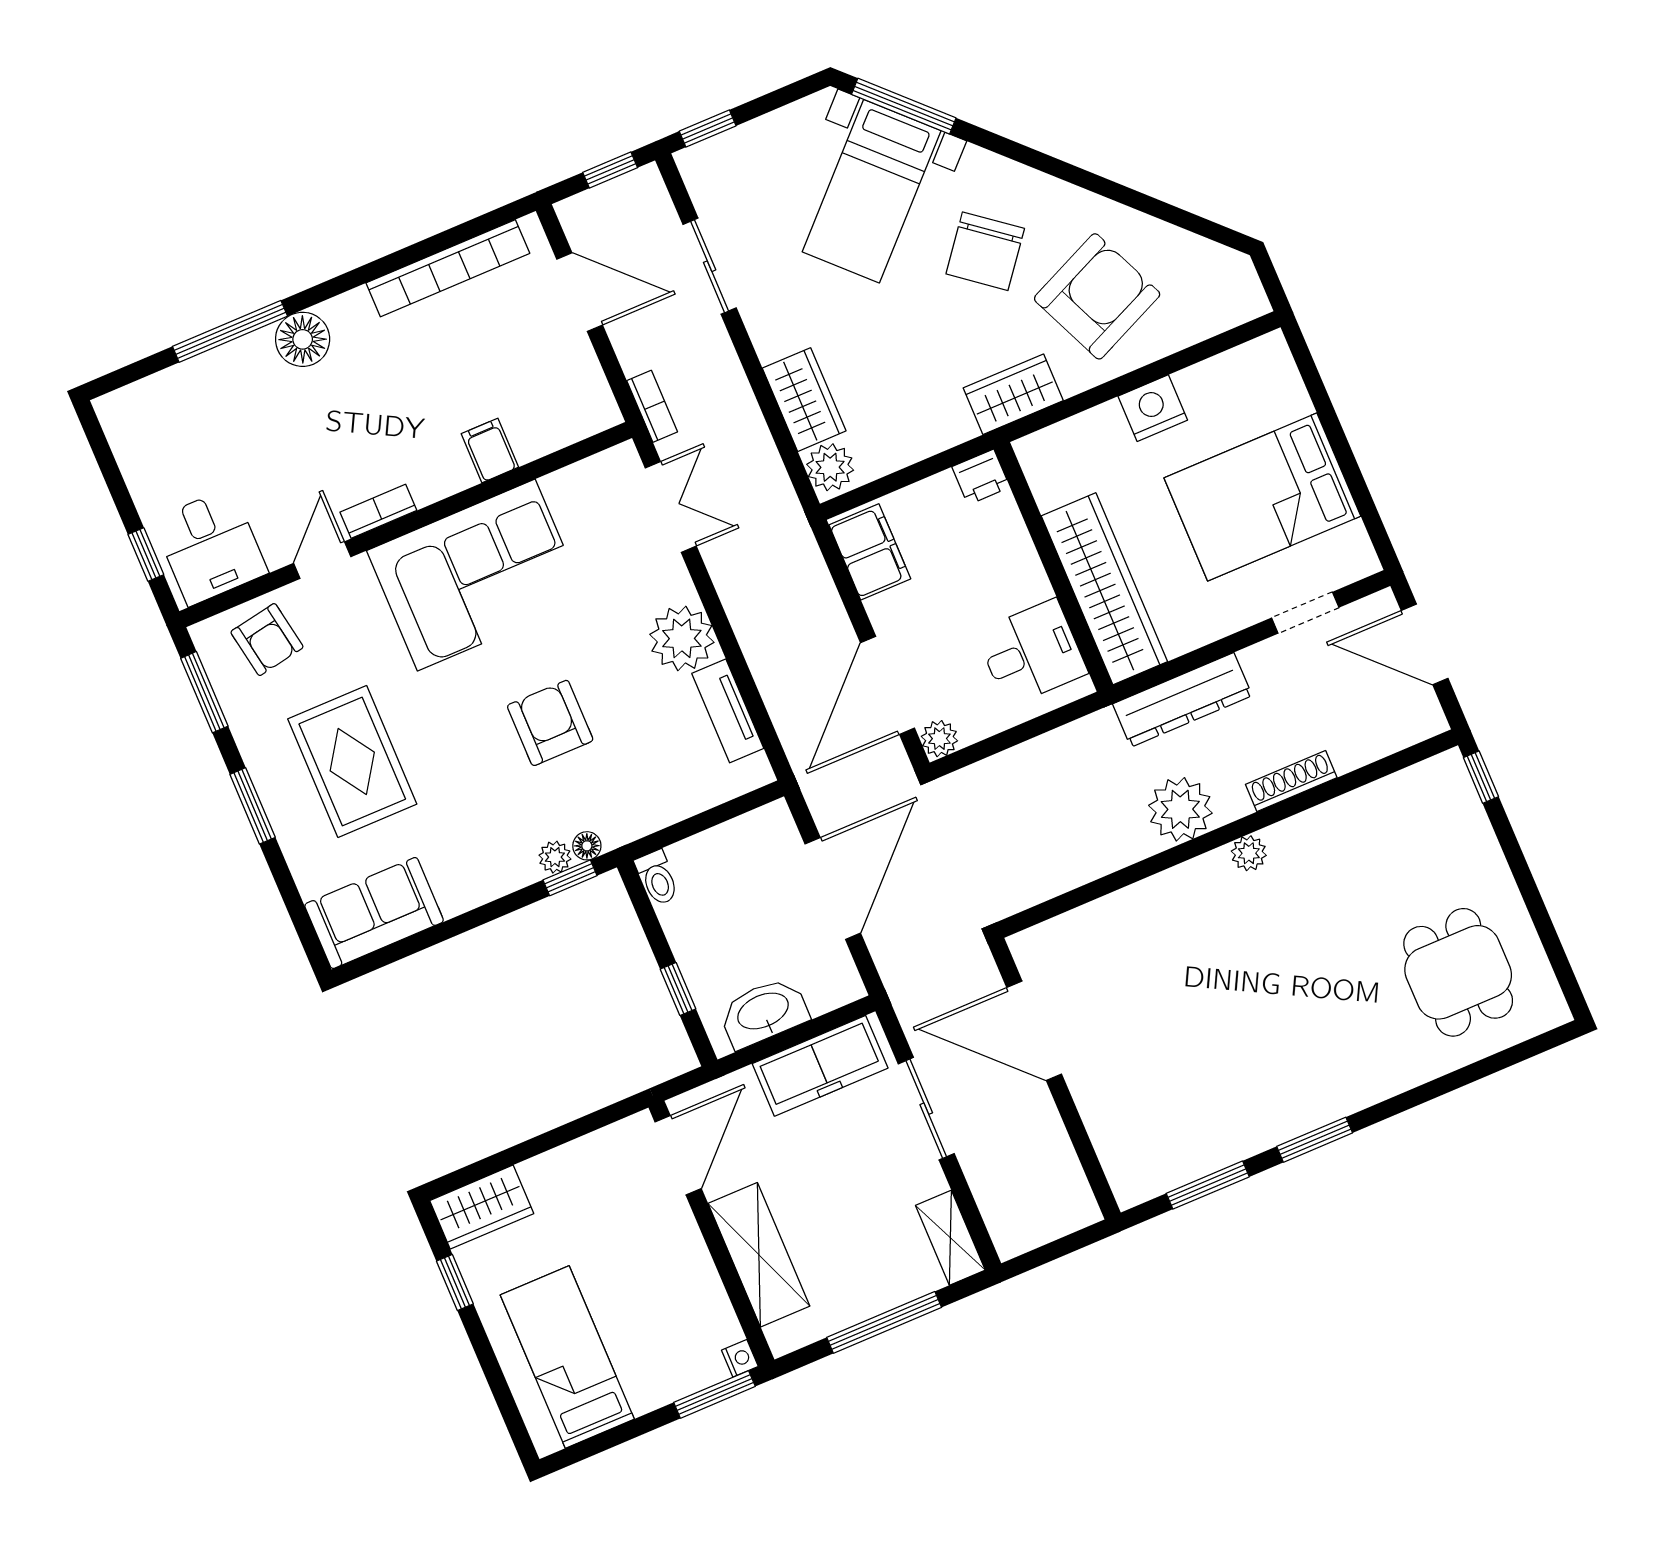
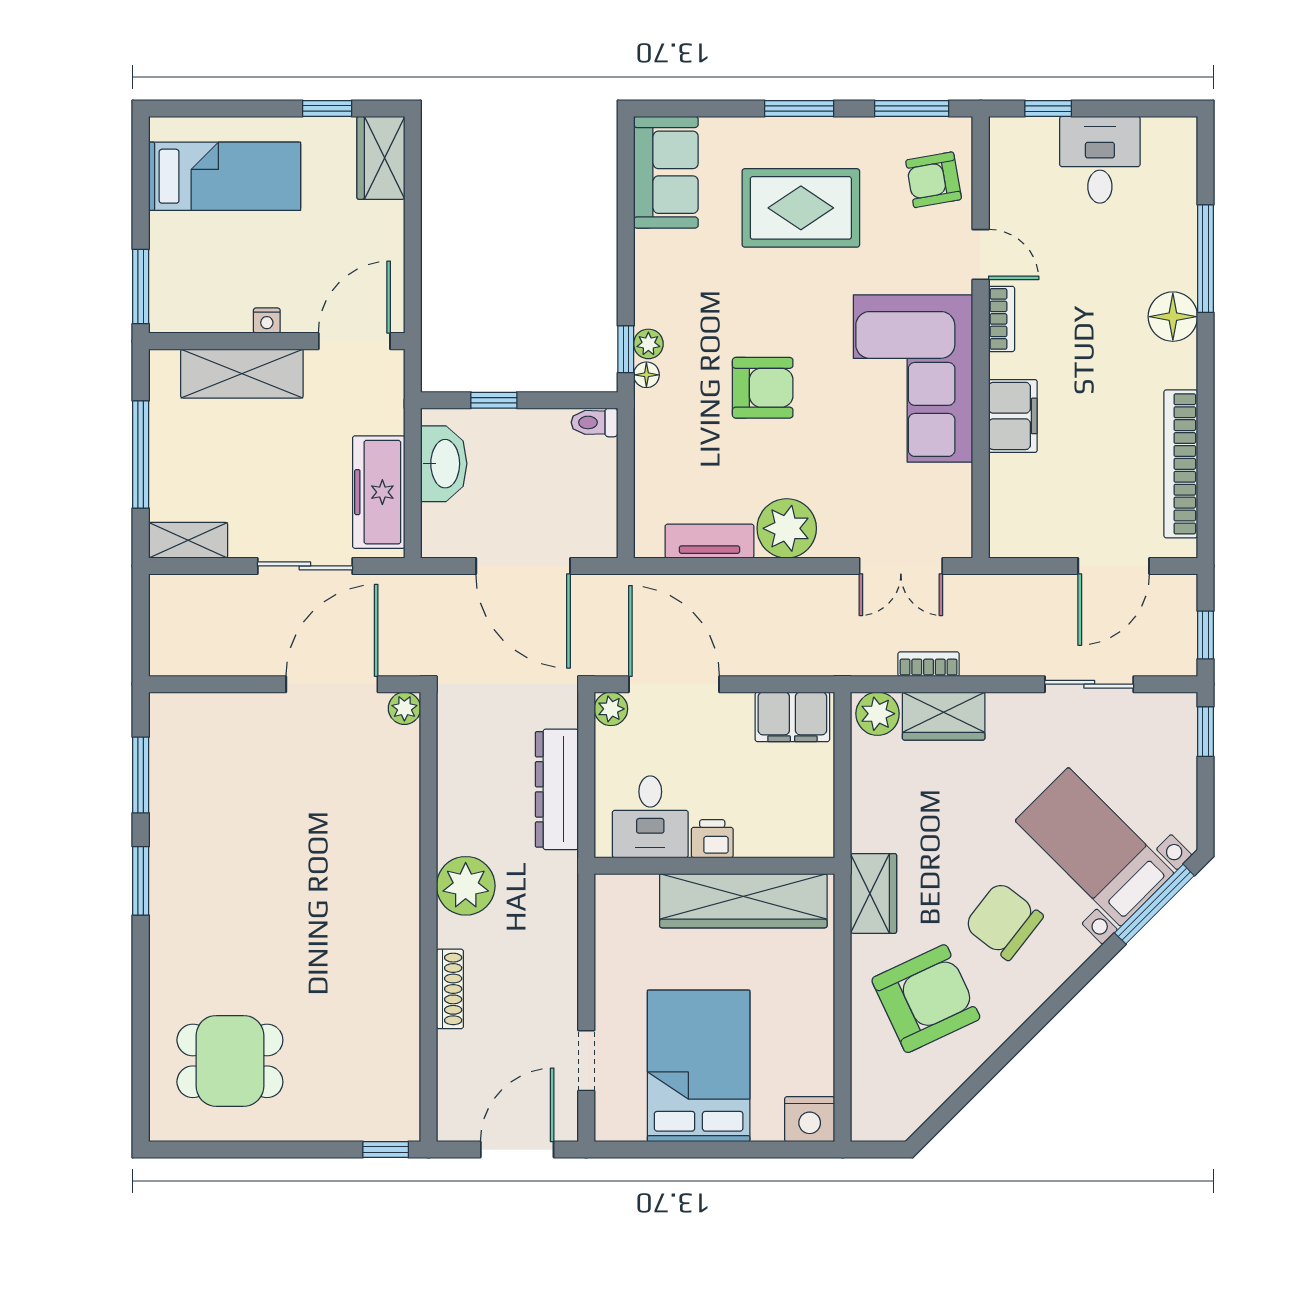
armchair: (1097, 296) -> (926, 999), turned -91
bookcase: (652, 406) -> (929, 664), moved, turned 180
nightstand: (1153, 408) -> (810, 1119), moved, turned 90
filing cabinet: (490, 450) -> (1013, 416), width x2.00
printer: (981, 477) -> (712, 839), moved, turned 90
desk: (210, 547) -> (1100, 160), moved, turned 90
wardrobe: (1104, 589) -> (743, 901), moved
dresser: (1182, 700) -> (557, 789), moved
plant: (1249, 853) -> (404, 708), moved
door: (678, 1155) -> (354, 341), swing flipped
nightstand: (740, 1358) -> (267, 321), moved

